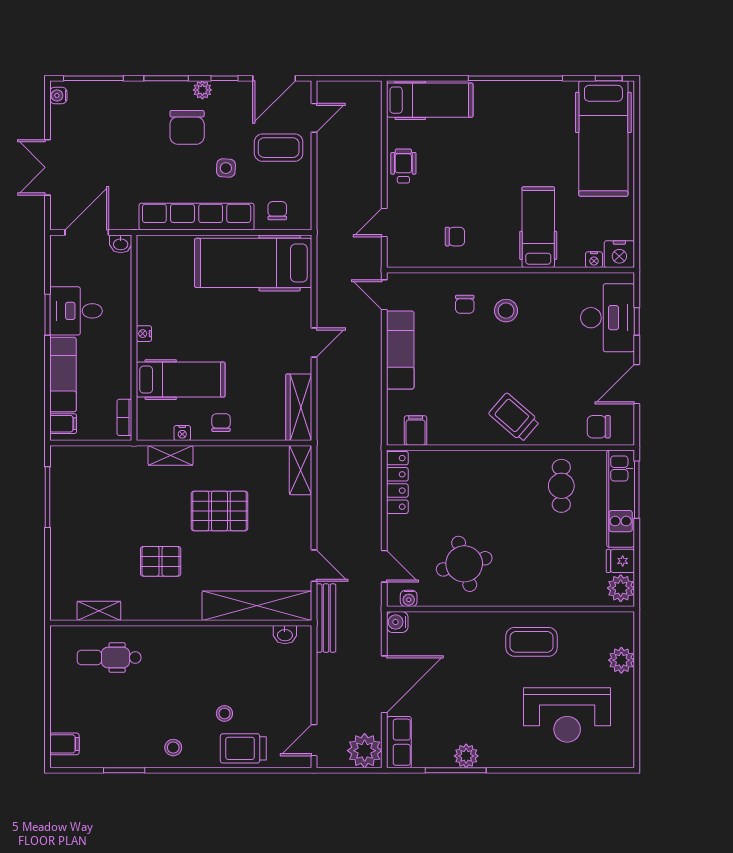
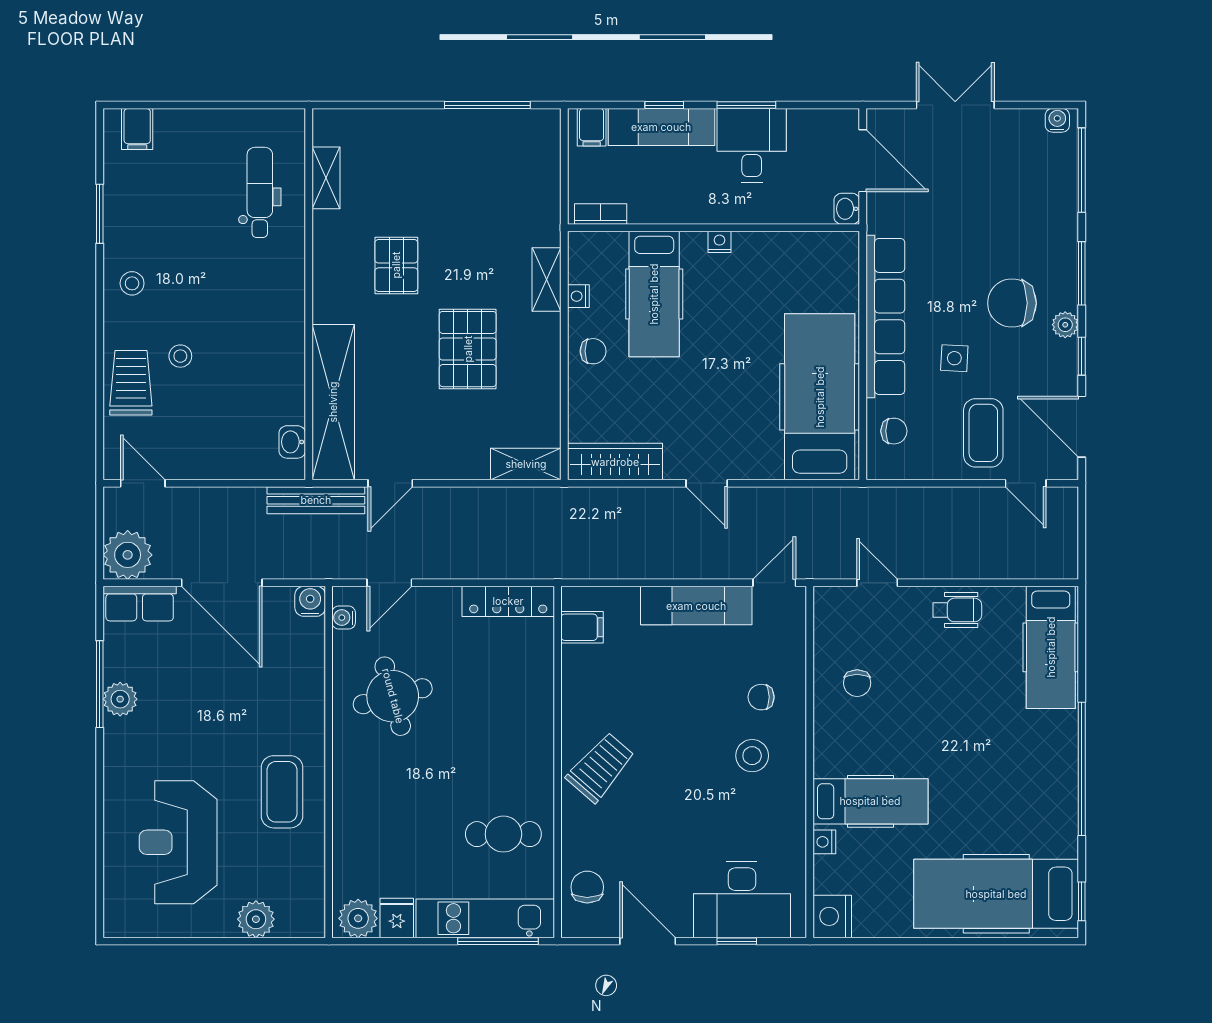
nightstand: (594, 260) -> (824, 842), moved
window: (48, 372) -> (664, 105), added

